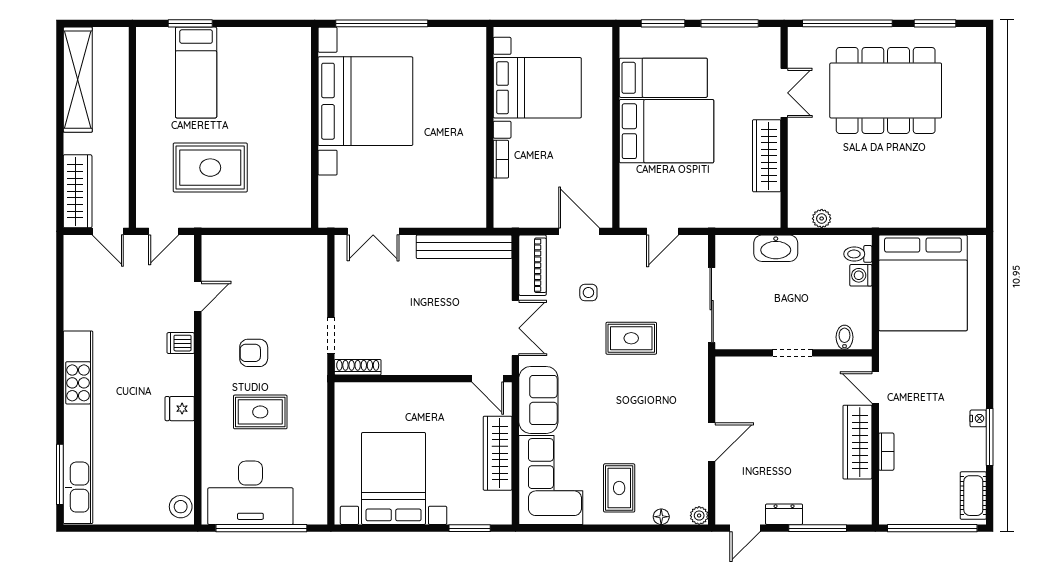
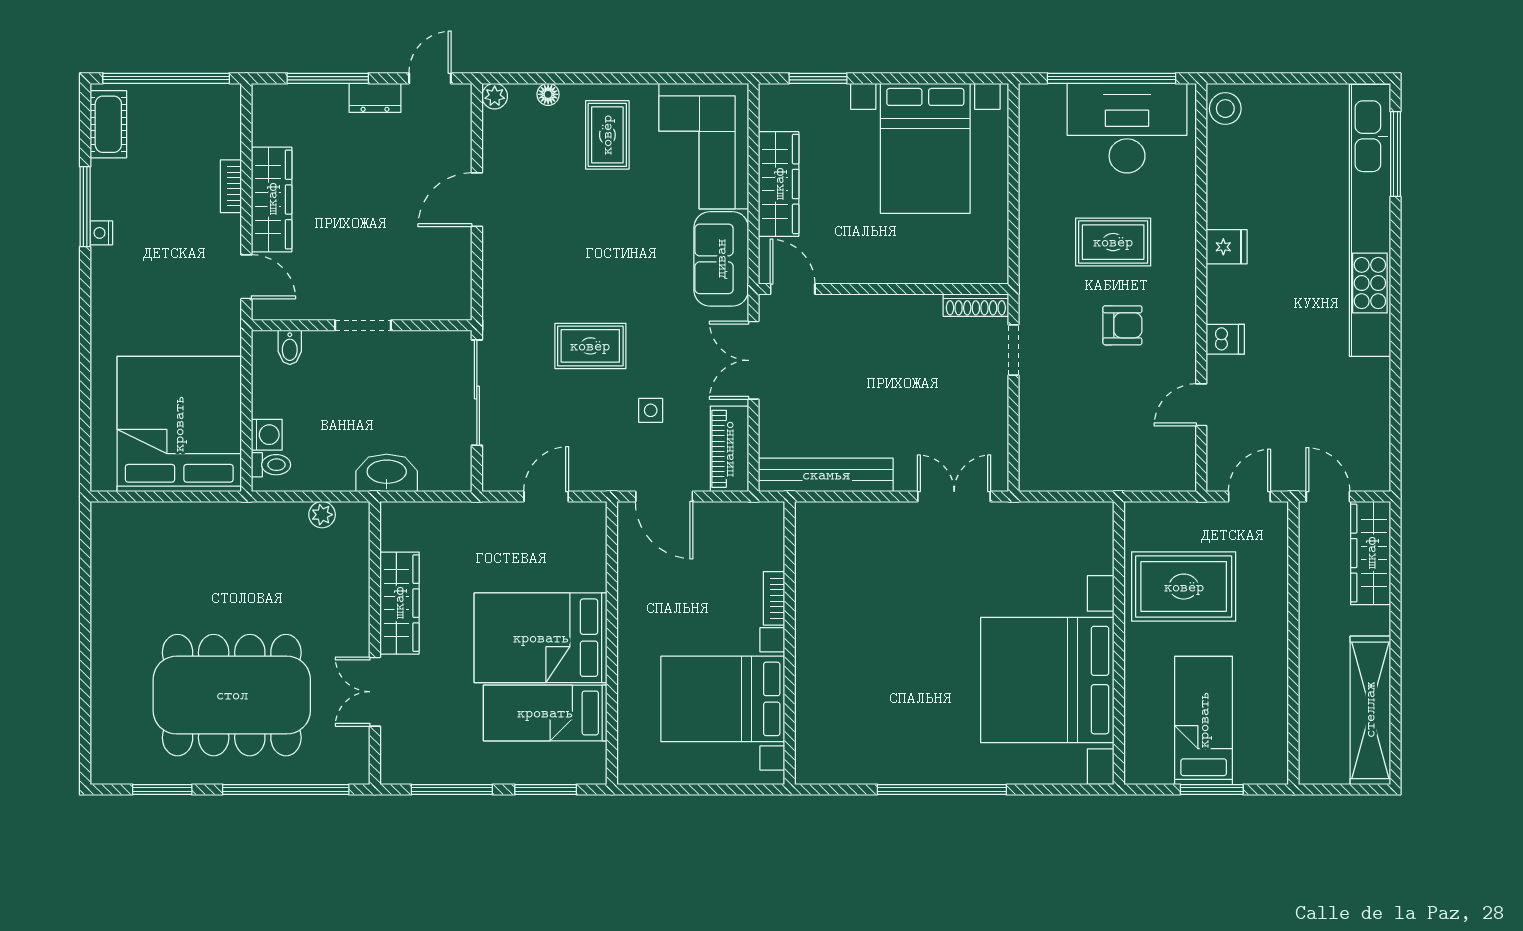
bed with nightstands: (365, 101) -> (1047, 680), moved
wall: (315, 127) -> (1119, 643), moved

